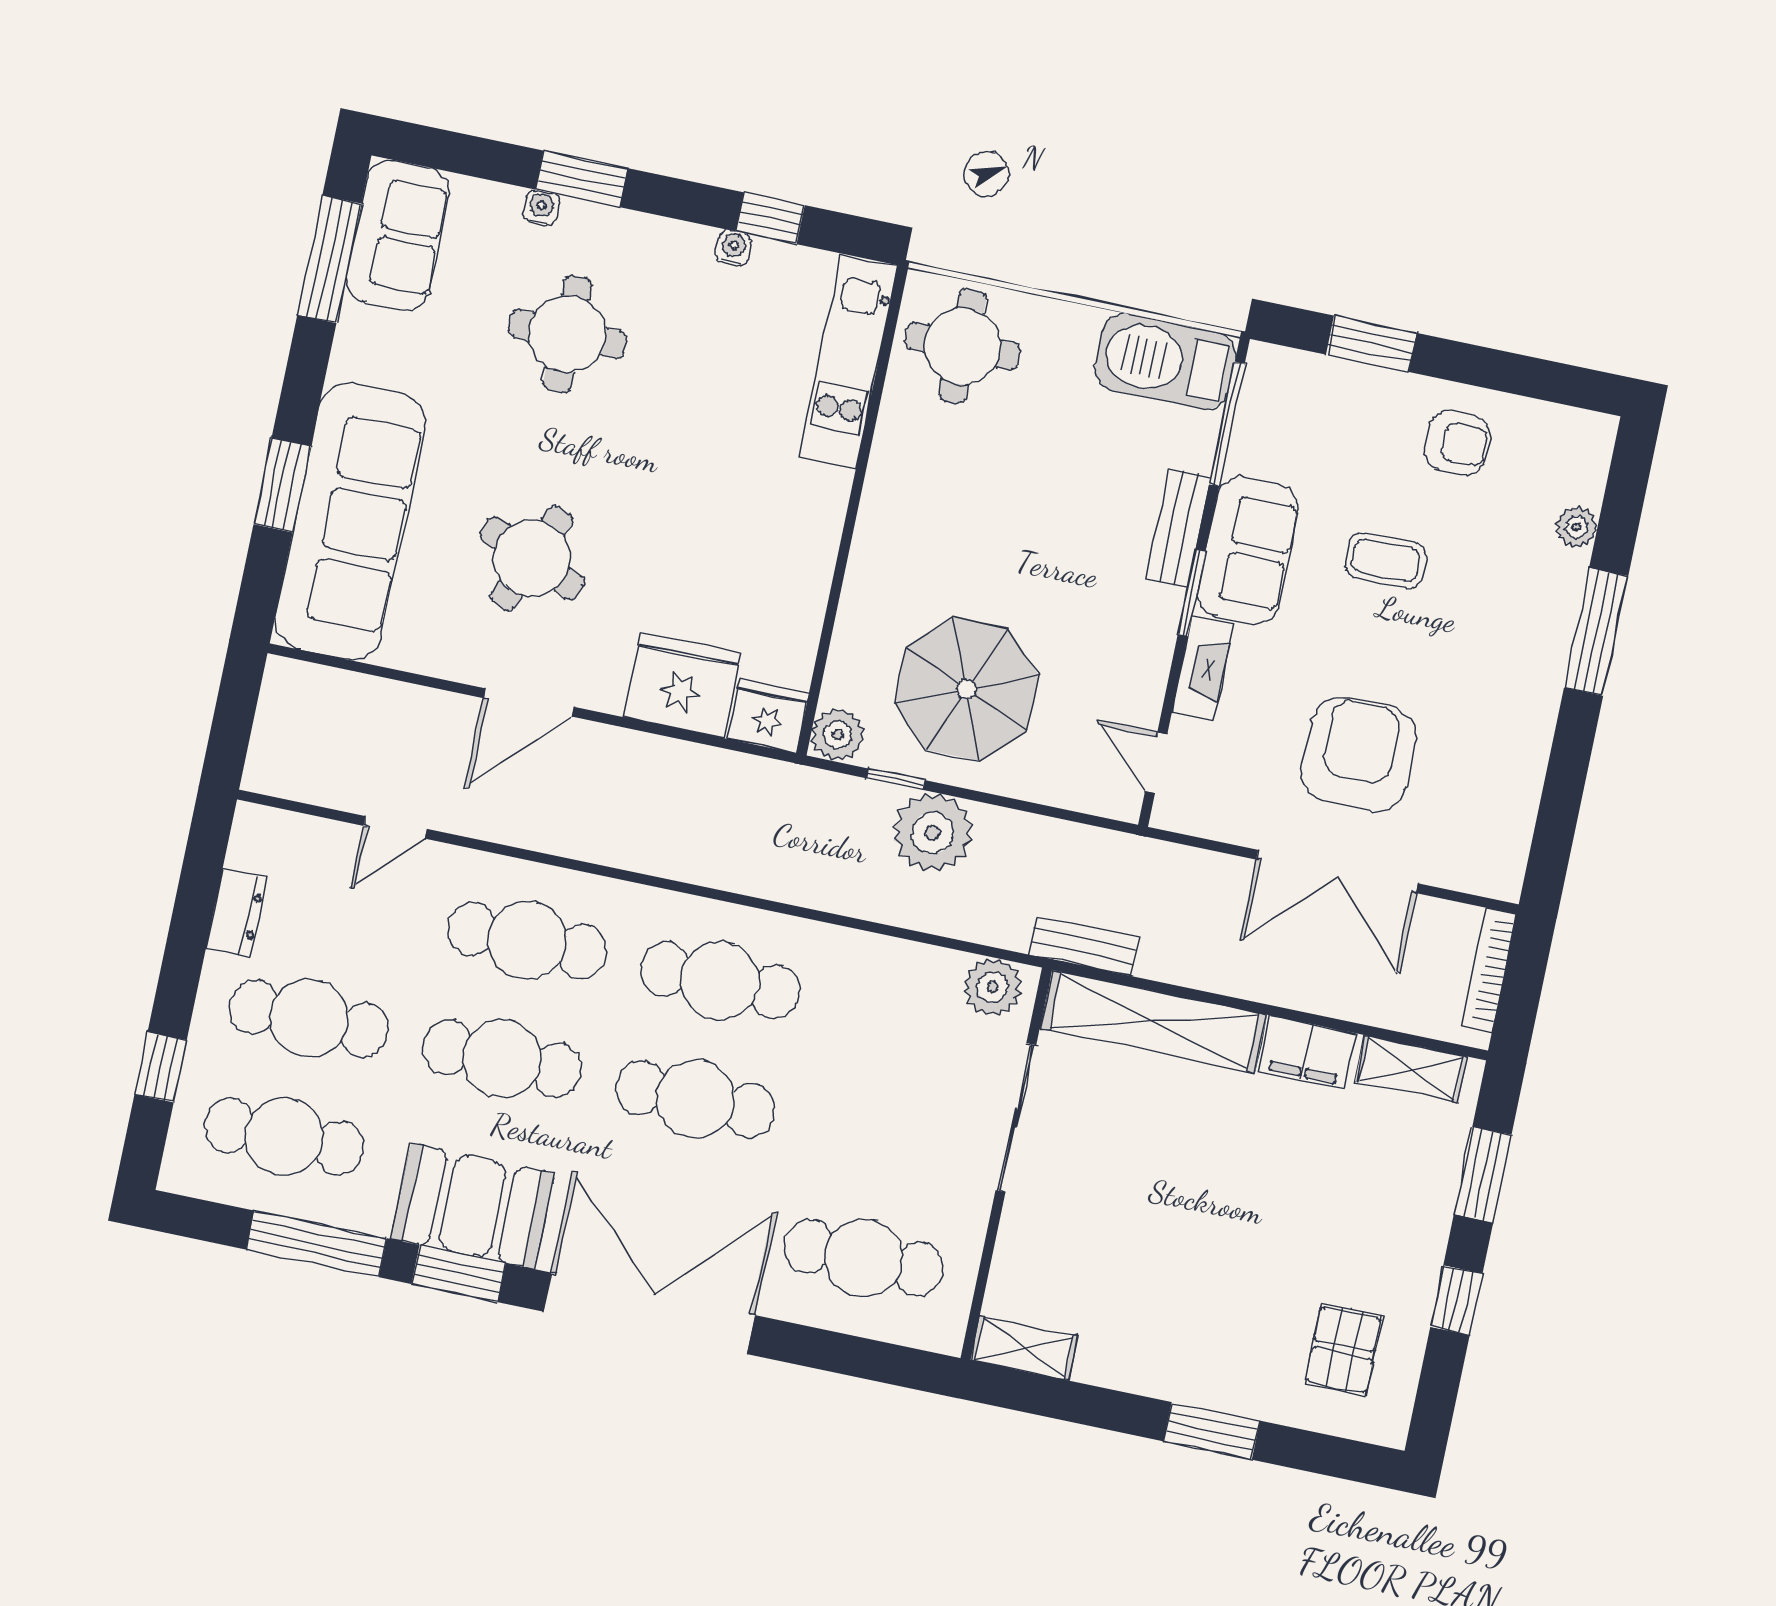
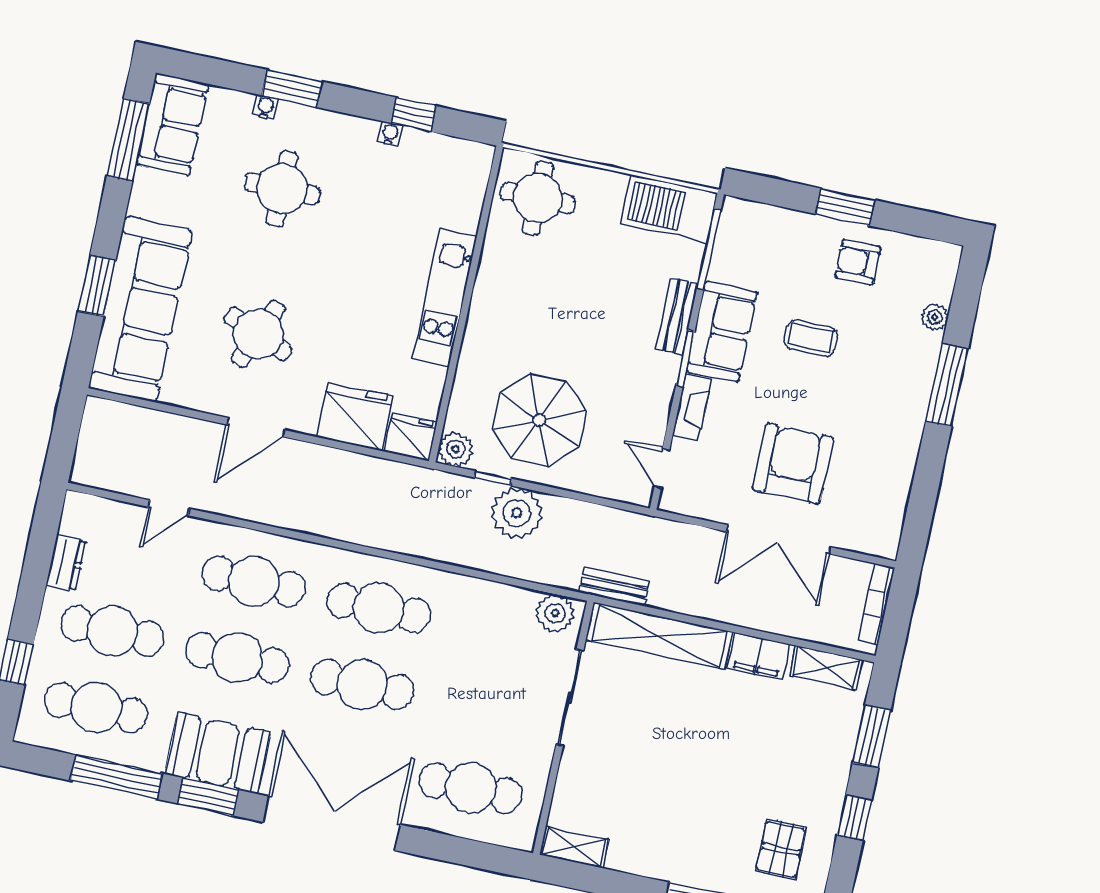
window: (1371, 344) -> (845, 207), moved
kitchen unit: (849, 361) -> (445, 298), moved
armchair: (1457, 443) -> (858, 262), turned 180

